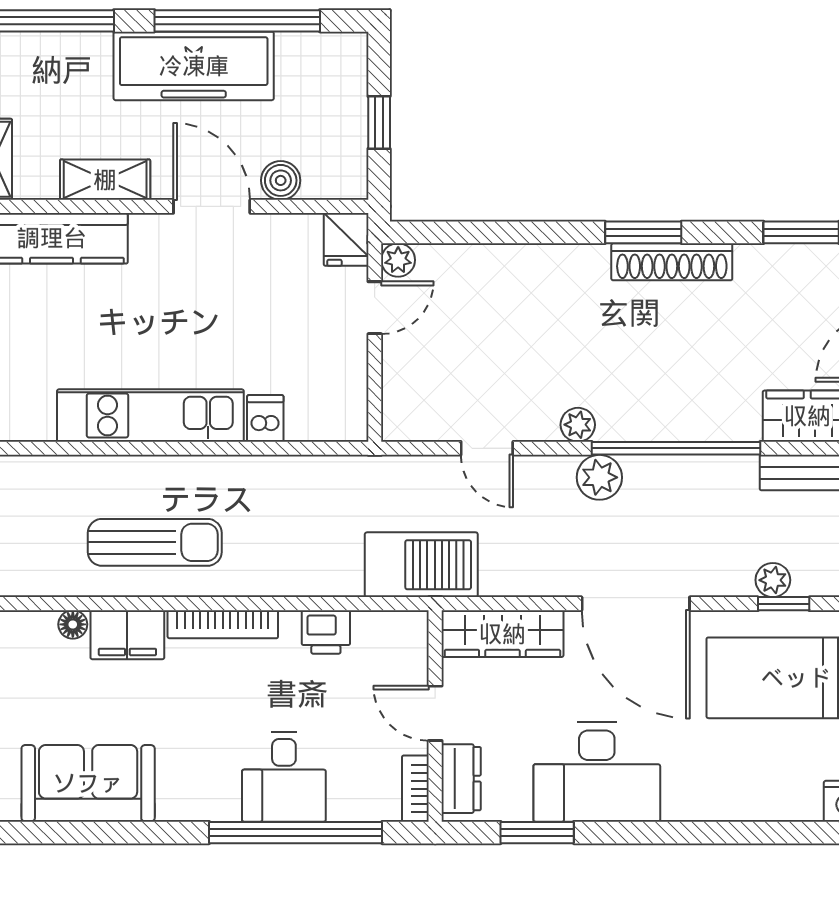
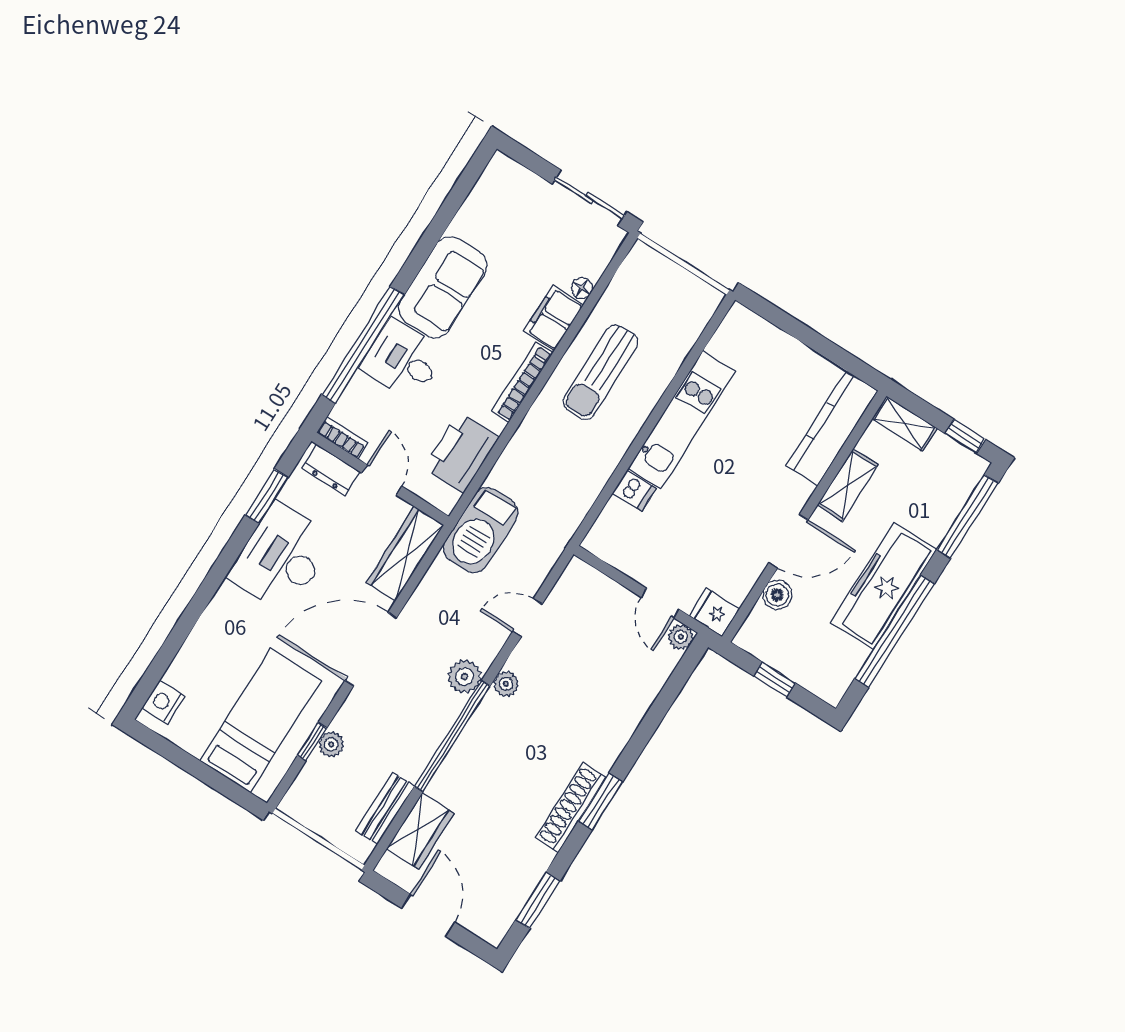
printer: (326, 632) -> (461, 453), width x1.87, depth x1.48
door: (435, 713) -> (382, 480), hinge flipped
sofa: (88, 783) -> (443, 287), moved

